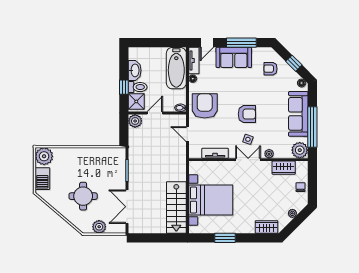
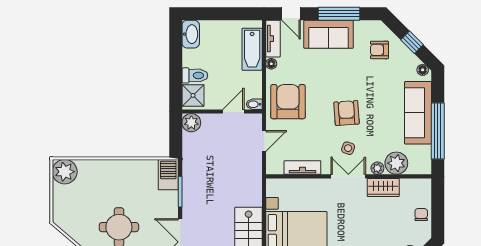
door: (207, 43) -> (291, 14), hinge flipped
bathtub: (176, 68) -> (252, 49), width x0.73, depth x0.73
washbasin: (135, 70) -> (191, 34), moved
window: (124, 87) -> (176, 76), removed
door: (155, 113) -> (233, 112), moved
armchair: (247, 114) -> (347, 113), turned -94
door: (187, 134) -> (264, 141), swing flipped
plant: (300, 150) -> (396, 163), moved
wardrobe: (284, 168) -> (383, 187), moved
barbecue: (42, 179) -> (168, 175), moved, turned 180

